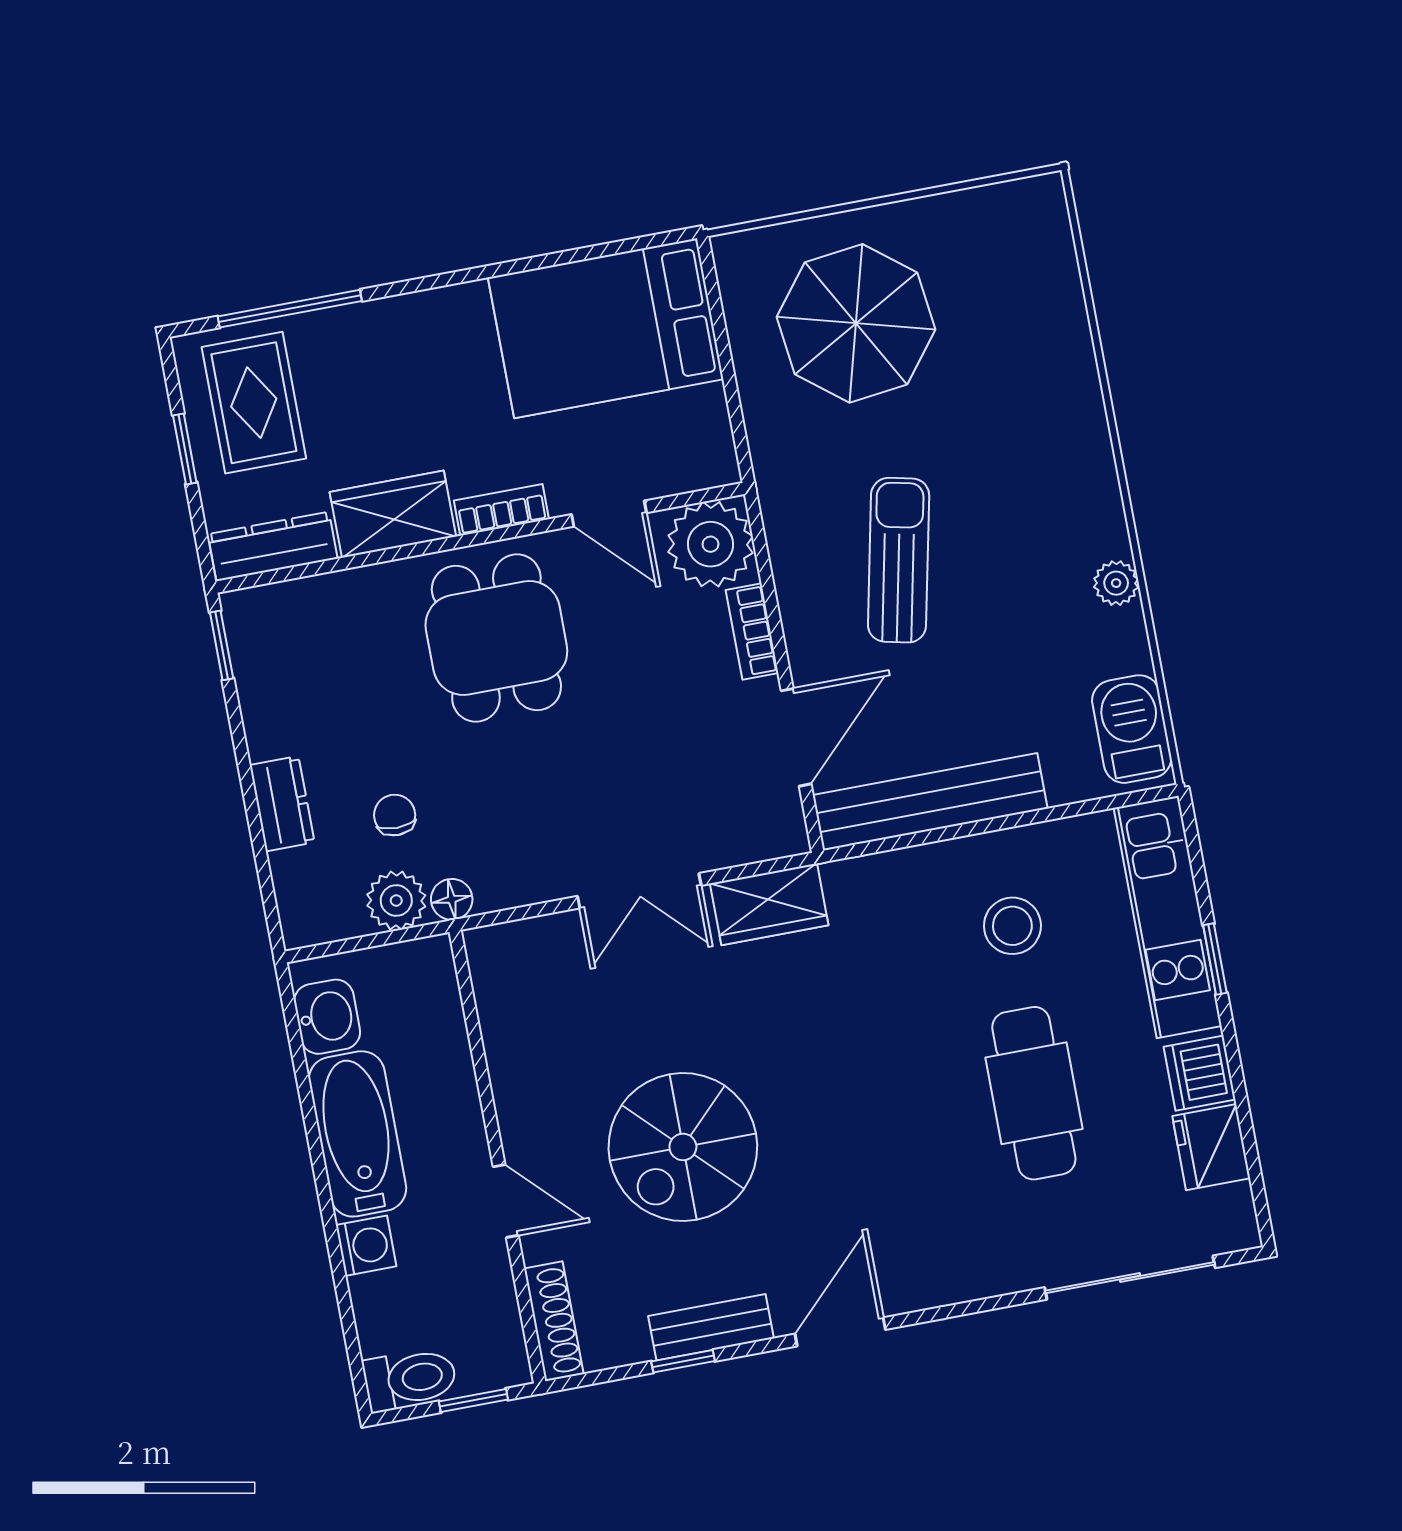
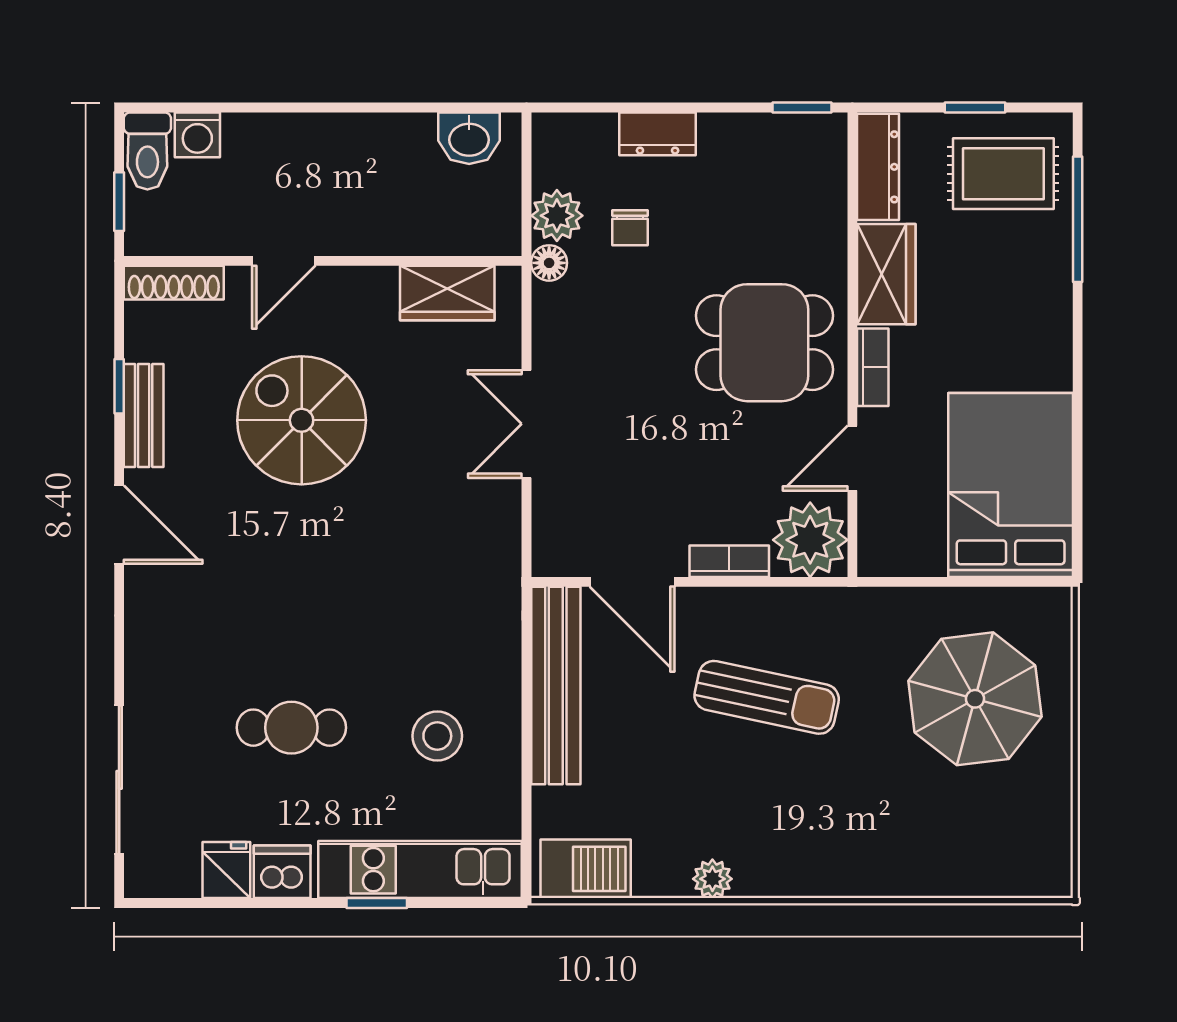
chair: (395, 815) -> (630, 228), turned 90
wardrobe: (769, 904) -> (447, 293), moved, turned -90
cafe table: (1034, 1093) -> (291, 728), width x0.73, depth x0.74
bathtub: (357, 1134) -> (364, 145), removed
fridge: (1211, 1147) -> (226, 870), width x0.72
washing machine: (366, 1246) -> (197, 135), moved

